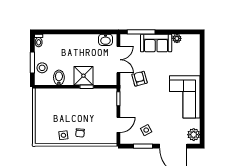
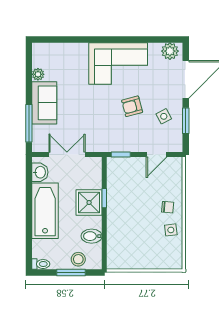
bathtub: (77, 44) -> (45, 211), added
armchair: (139, 79) -> (132, 106), moved
door: (118, 125) -> (157, 154), swing flipped

